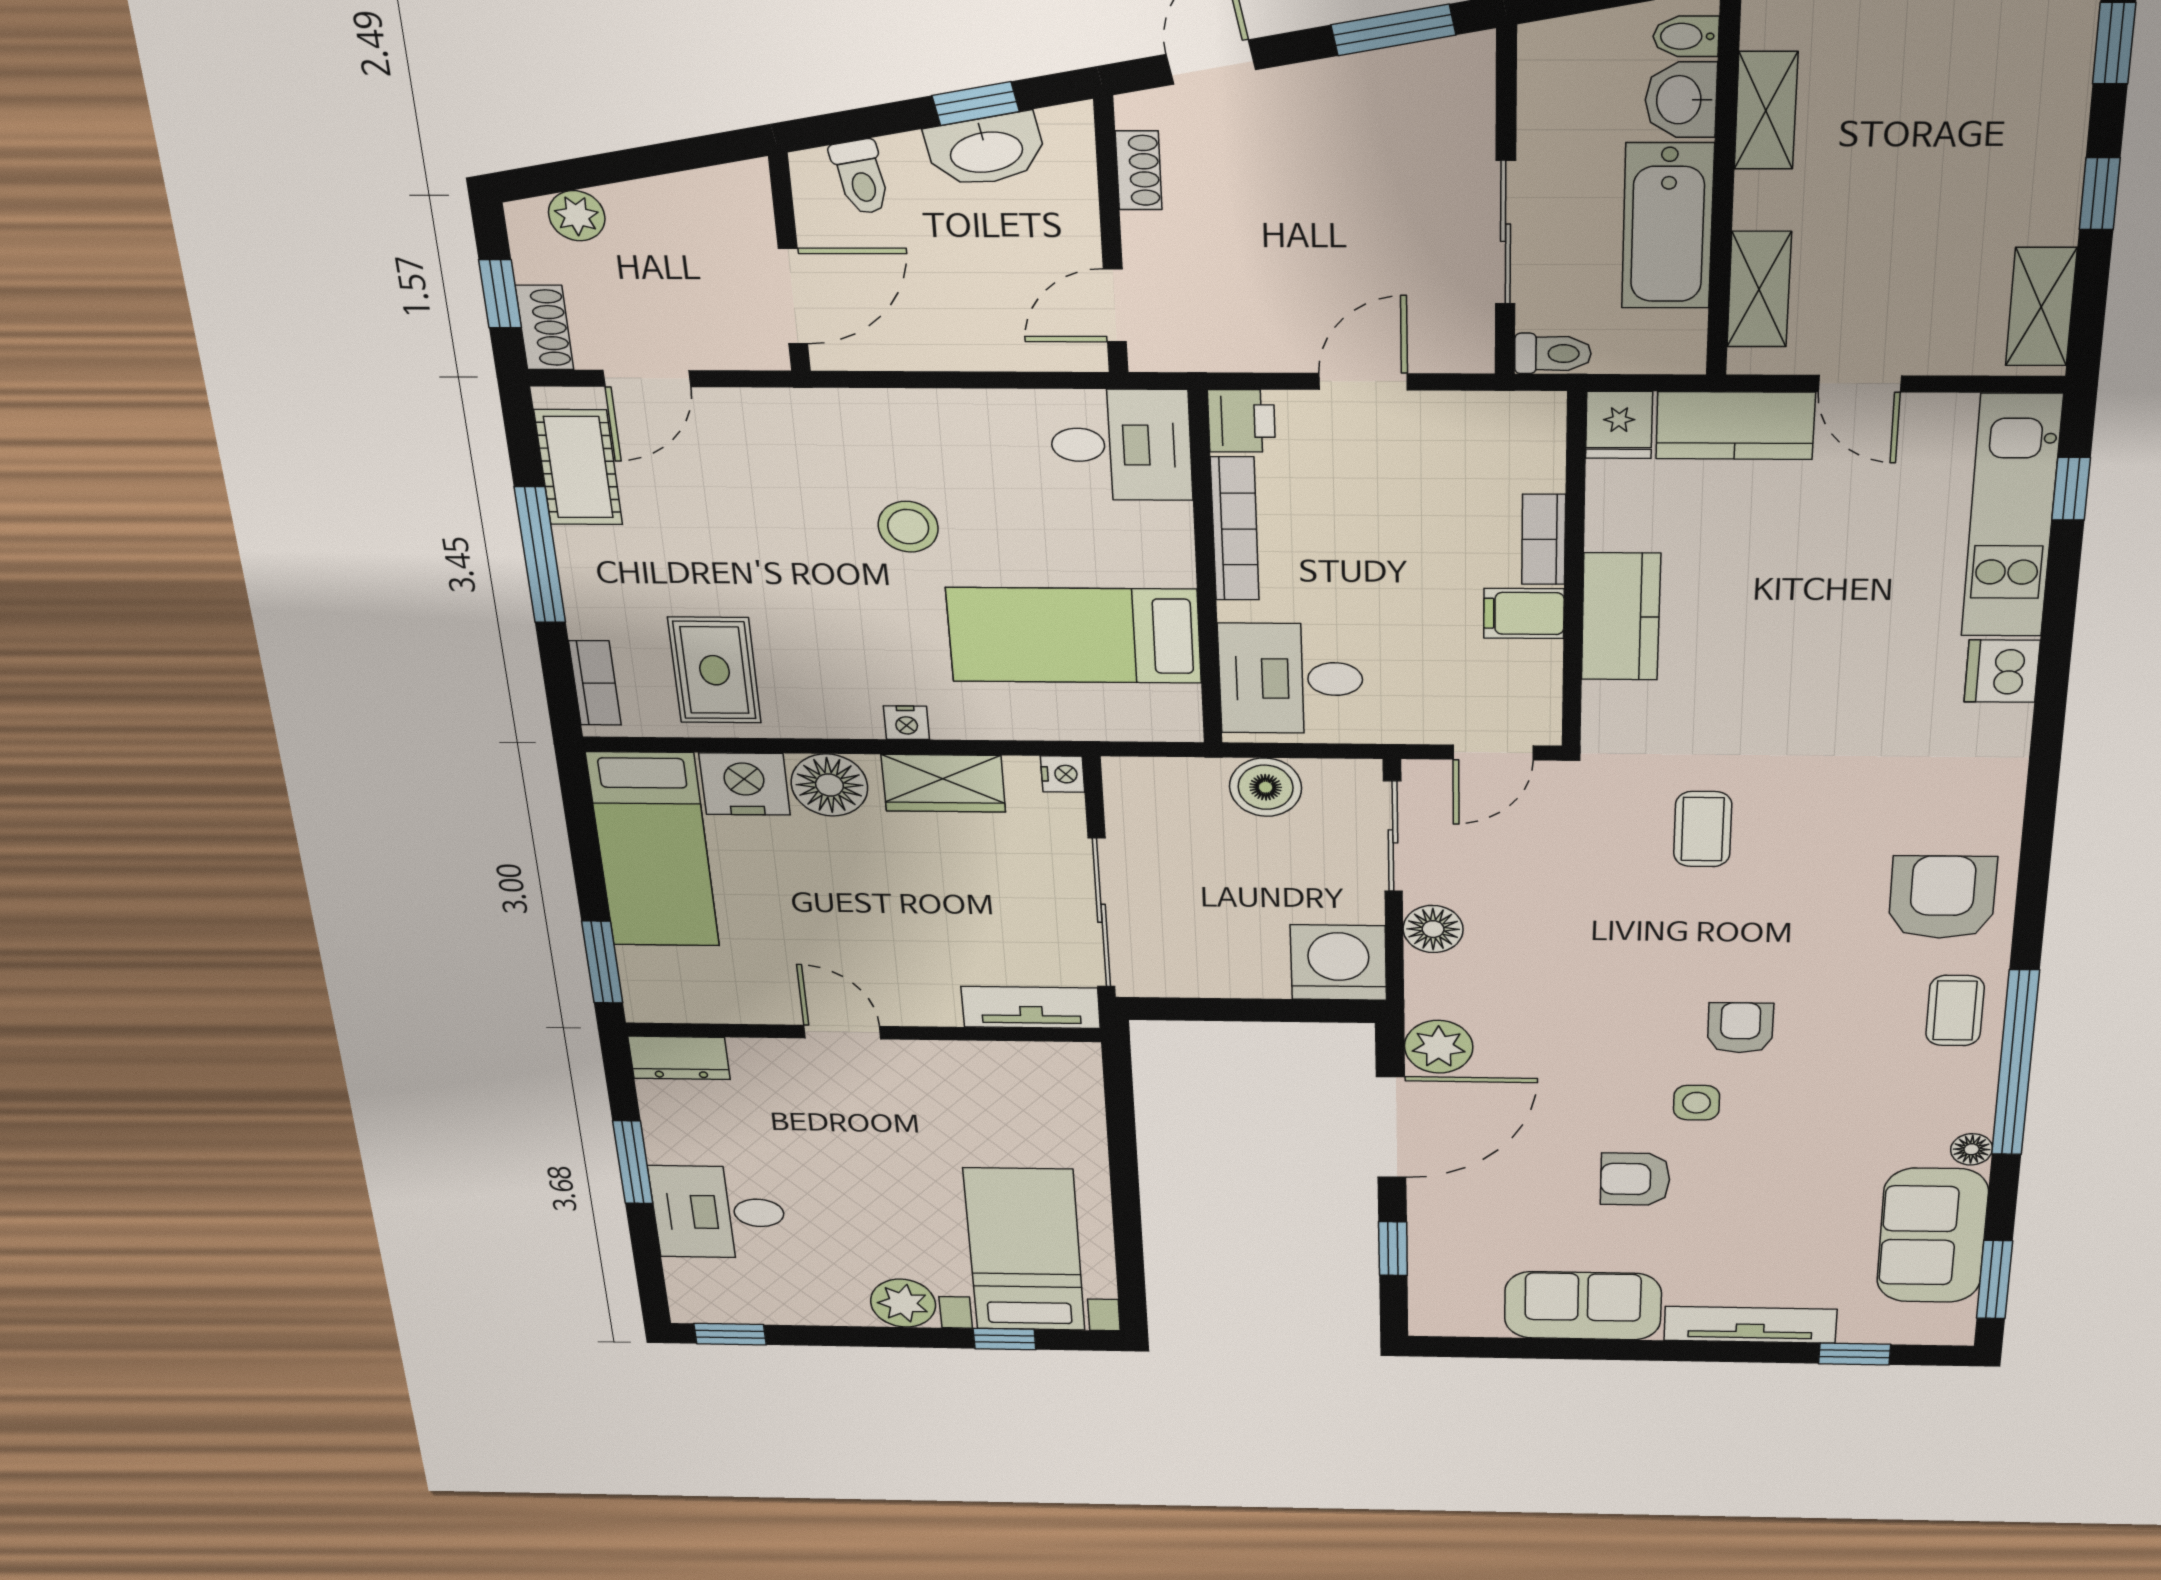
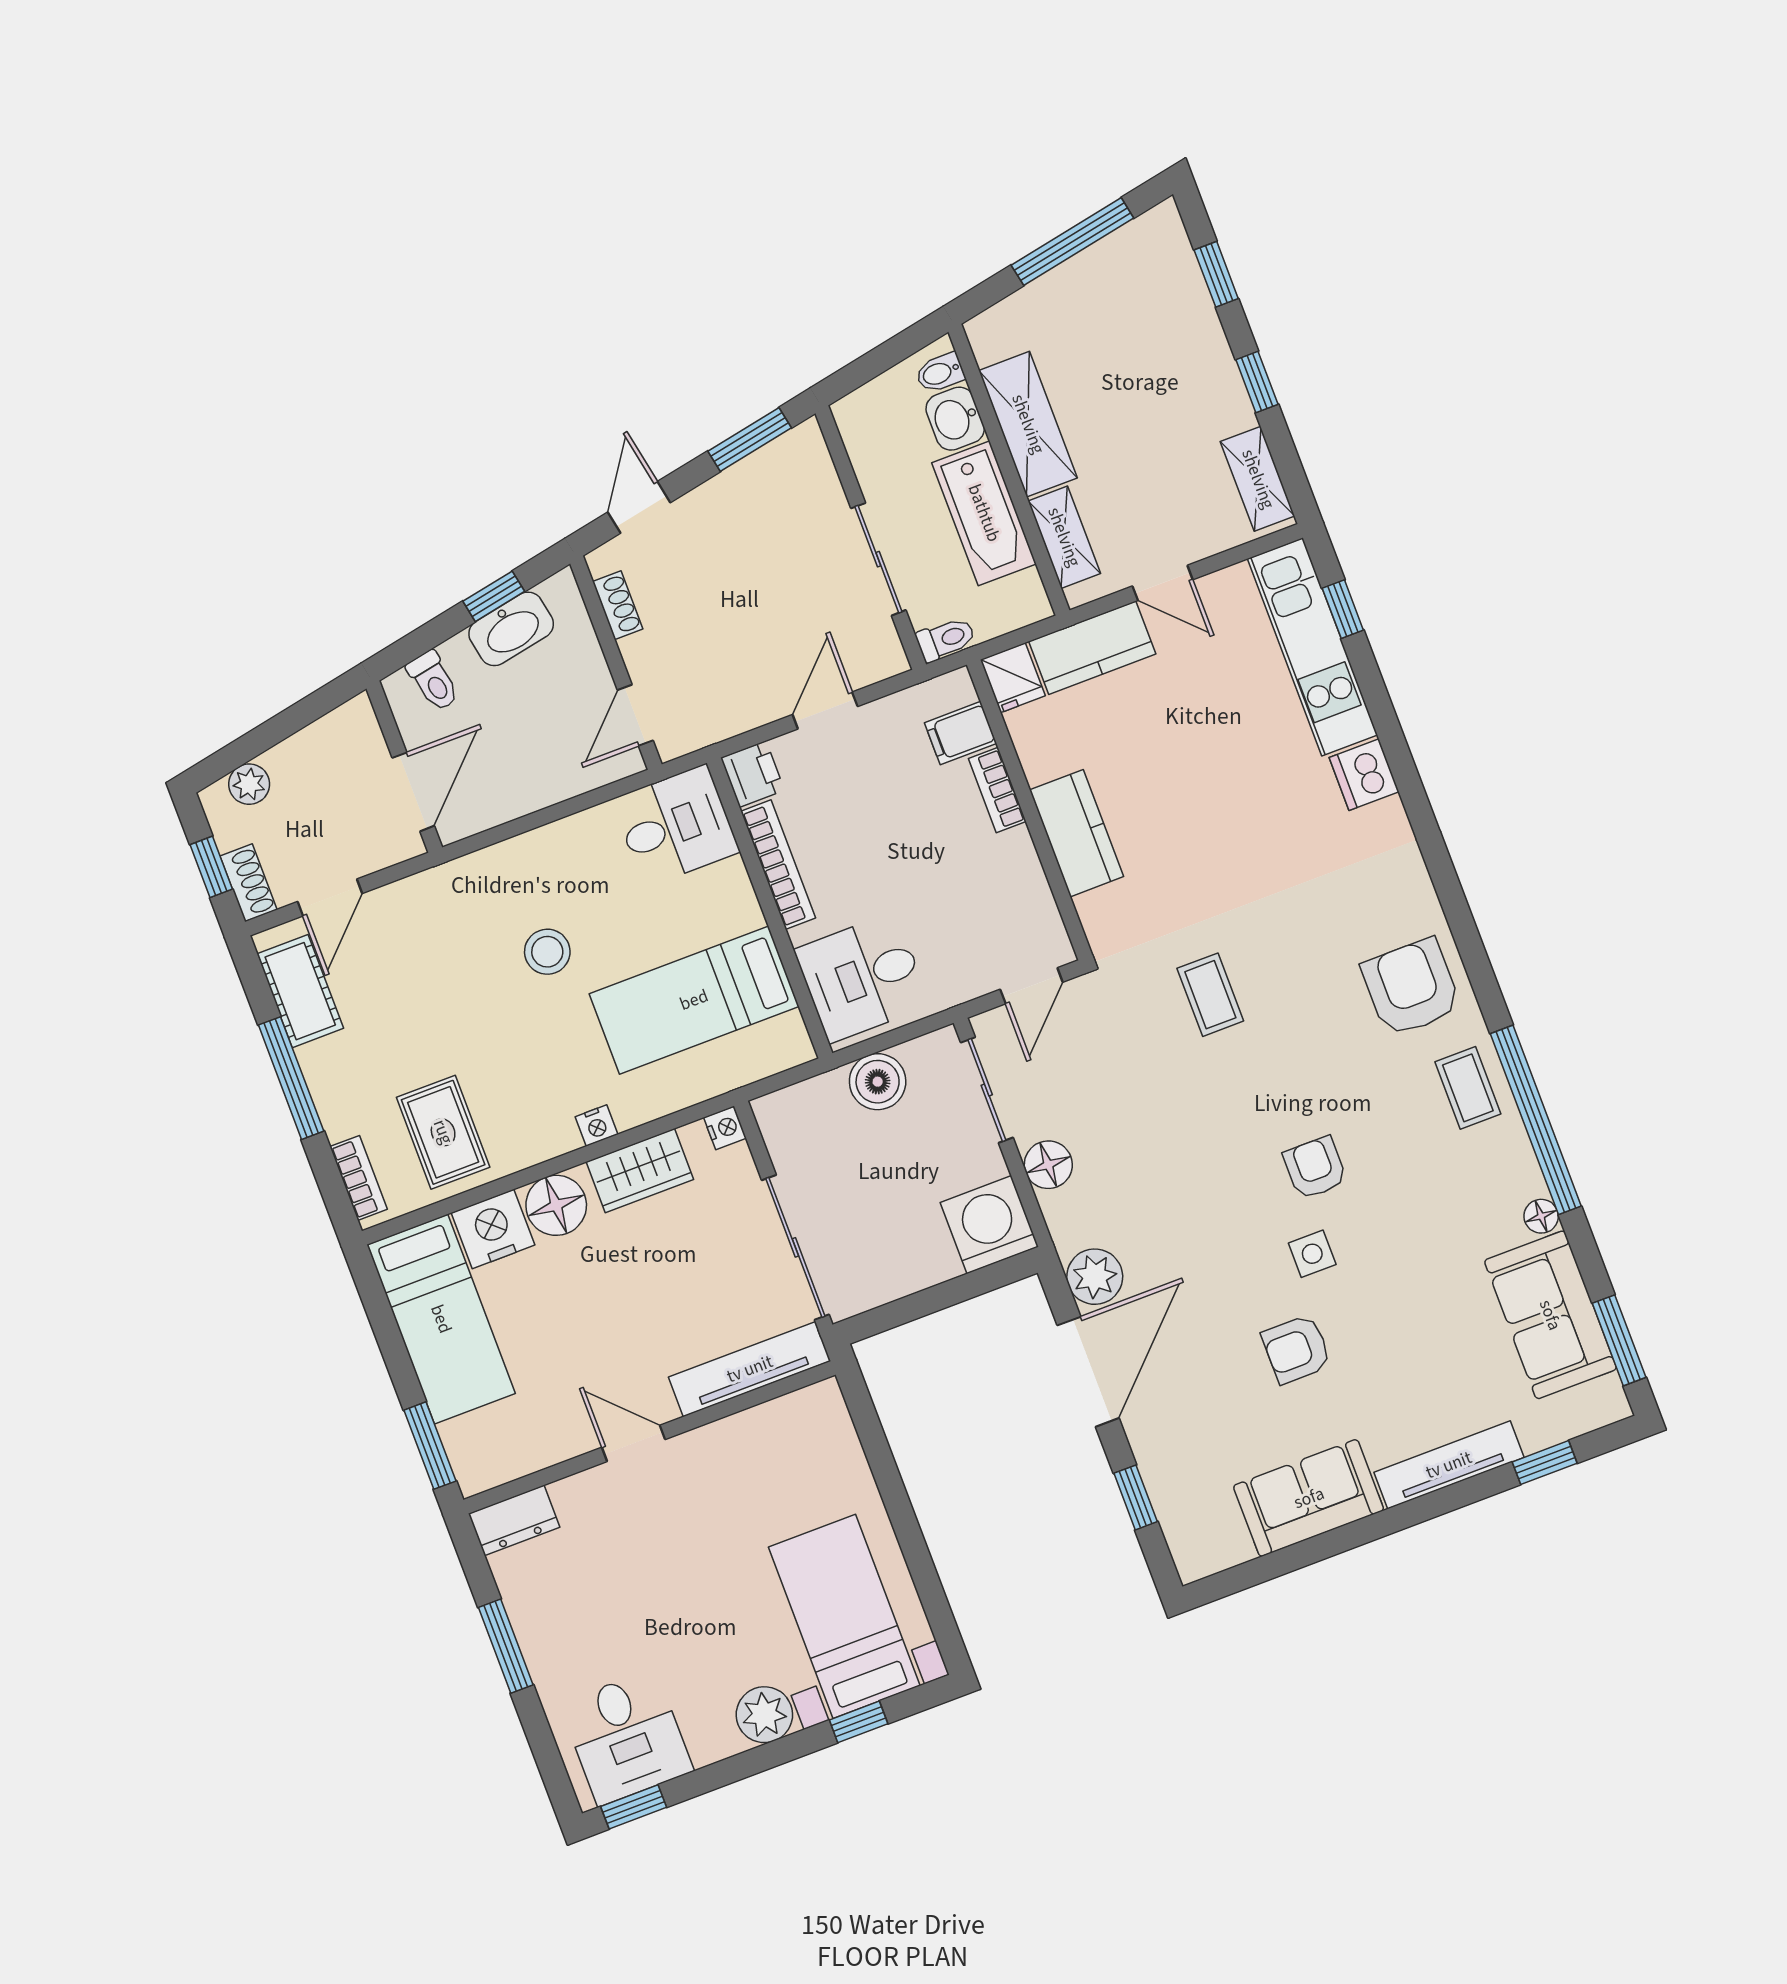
shelving: (1766, 111) -> (1028, 424), width x1.50, depth x1.33
filing cabinet: (1524, 613) -> (960, 733), moved
tv unit: (1031, 1007) -> (750, 1369), width x1.41
desk: (719, 1212) -> (627, 1737), moved, turned -90

